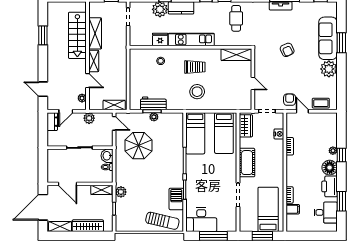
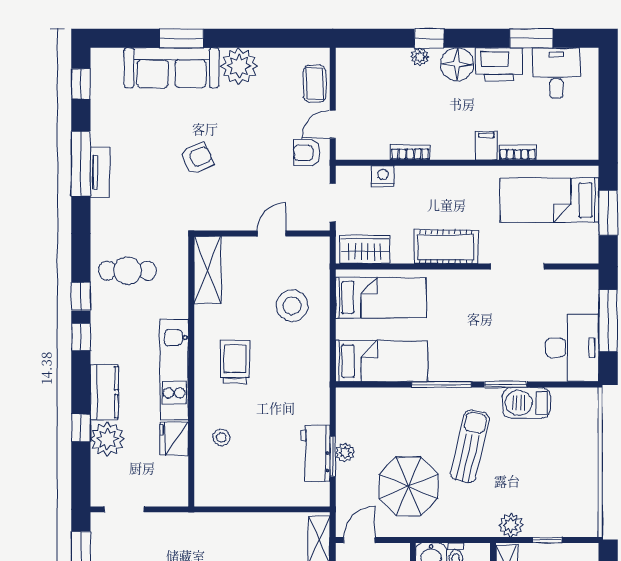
stool: (197, 92) -> (292, 306), moved
filing cabinet: (293, 209) -> (486, 145), moved
sun lounger: (162, 221) -> (470, 446), moved

